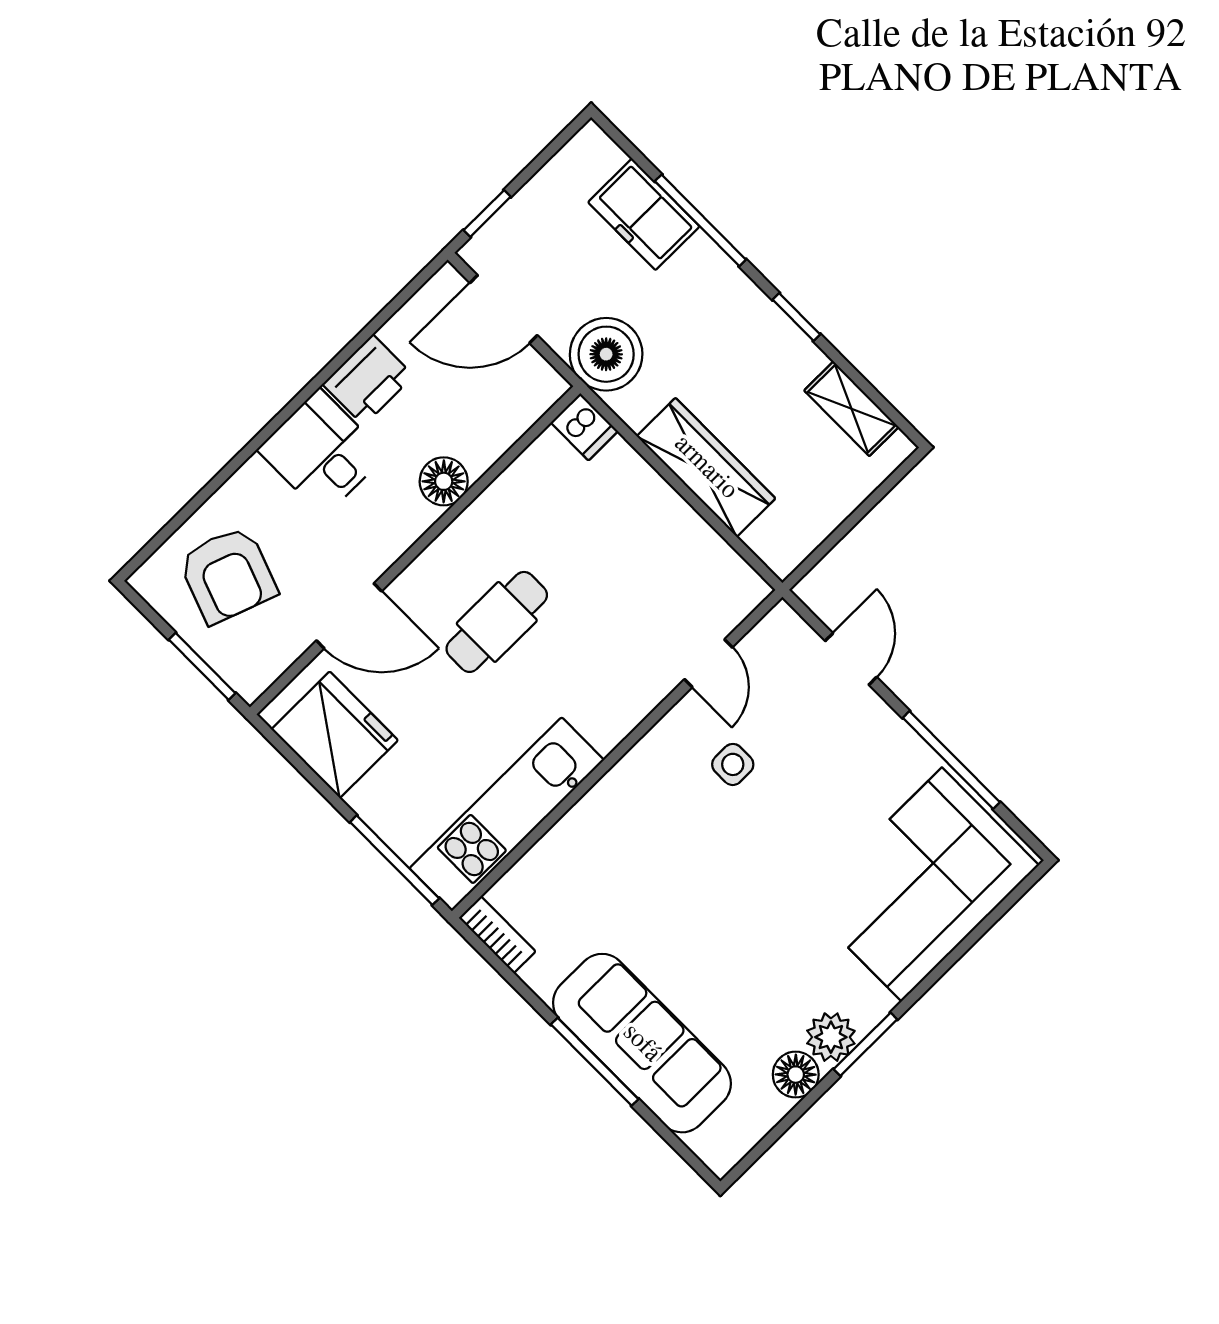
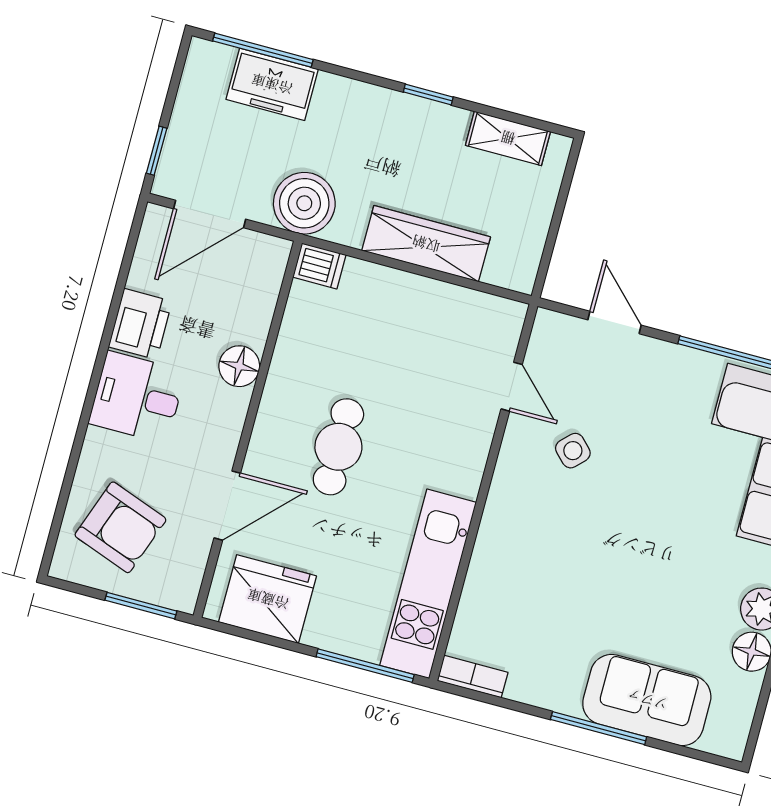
window: (700, 220) -> (263, 50), moved
side table: (733, 764) -> (573, 451), turned 45
sofa: (642, 1043) -> (647, 700), width x0.73

